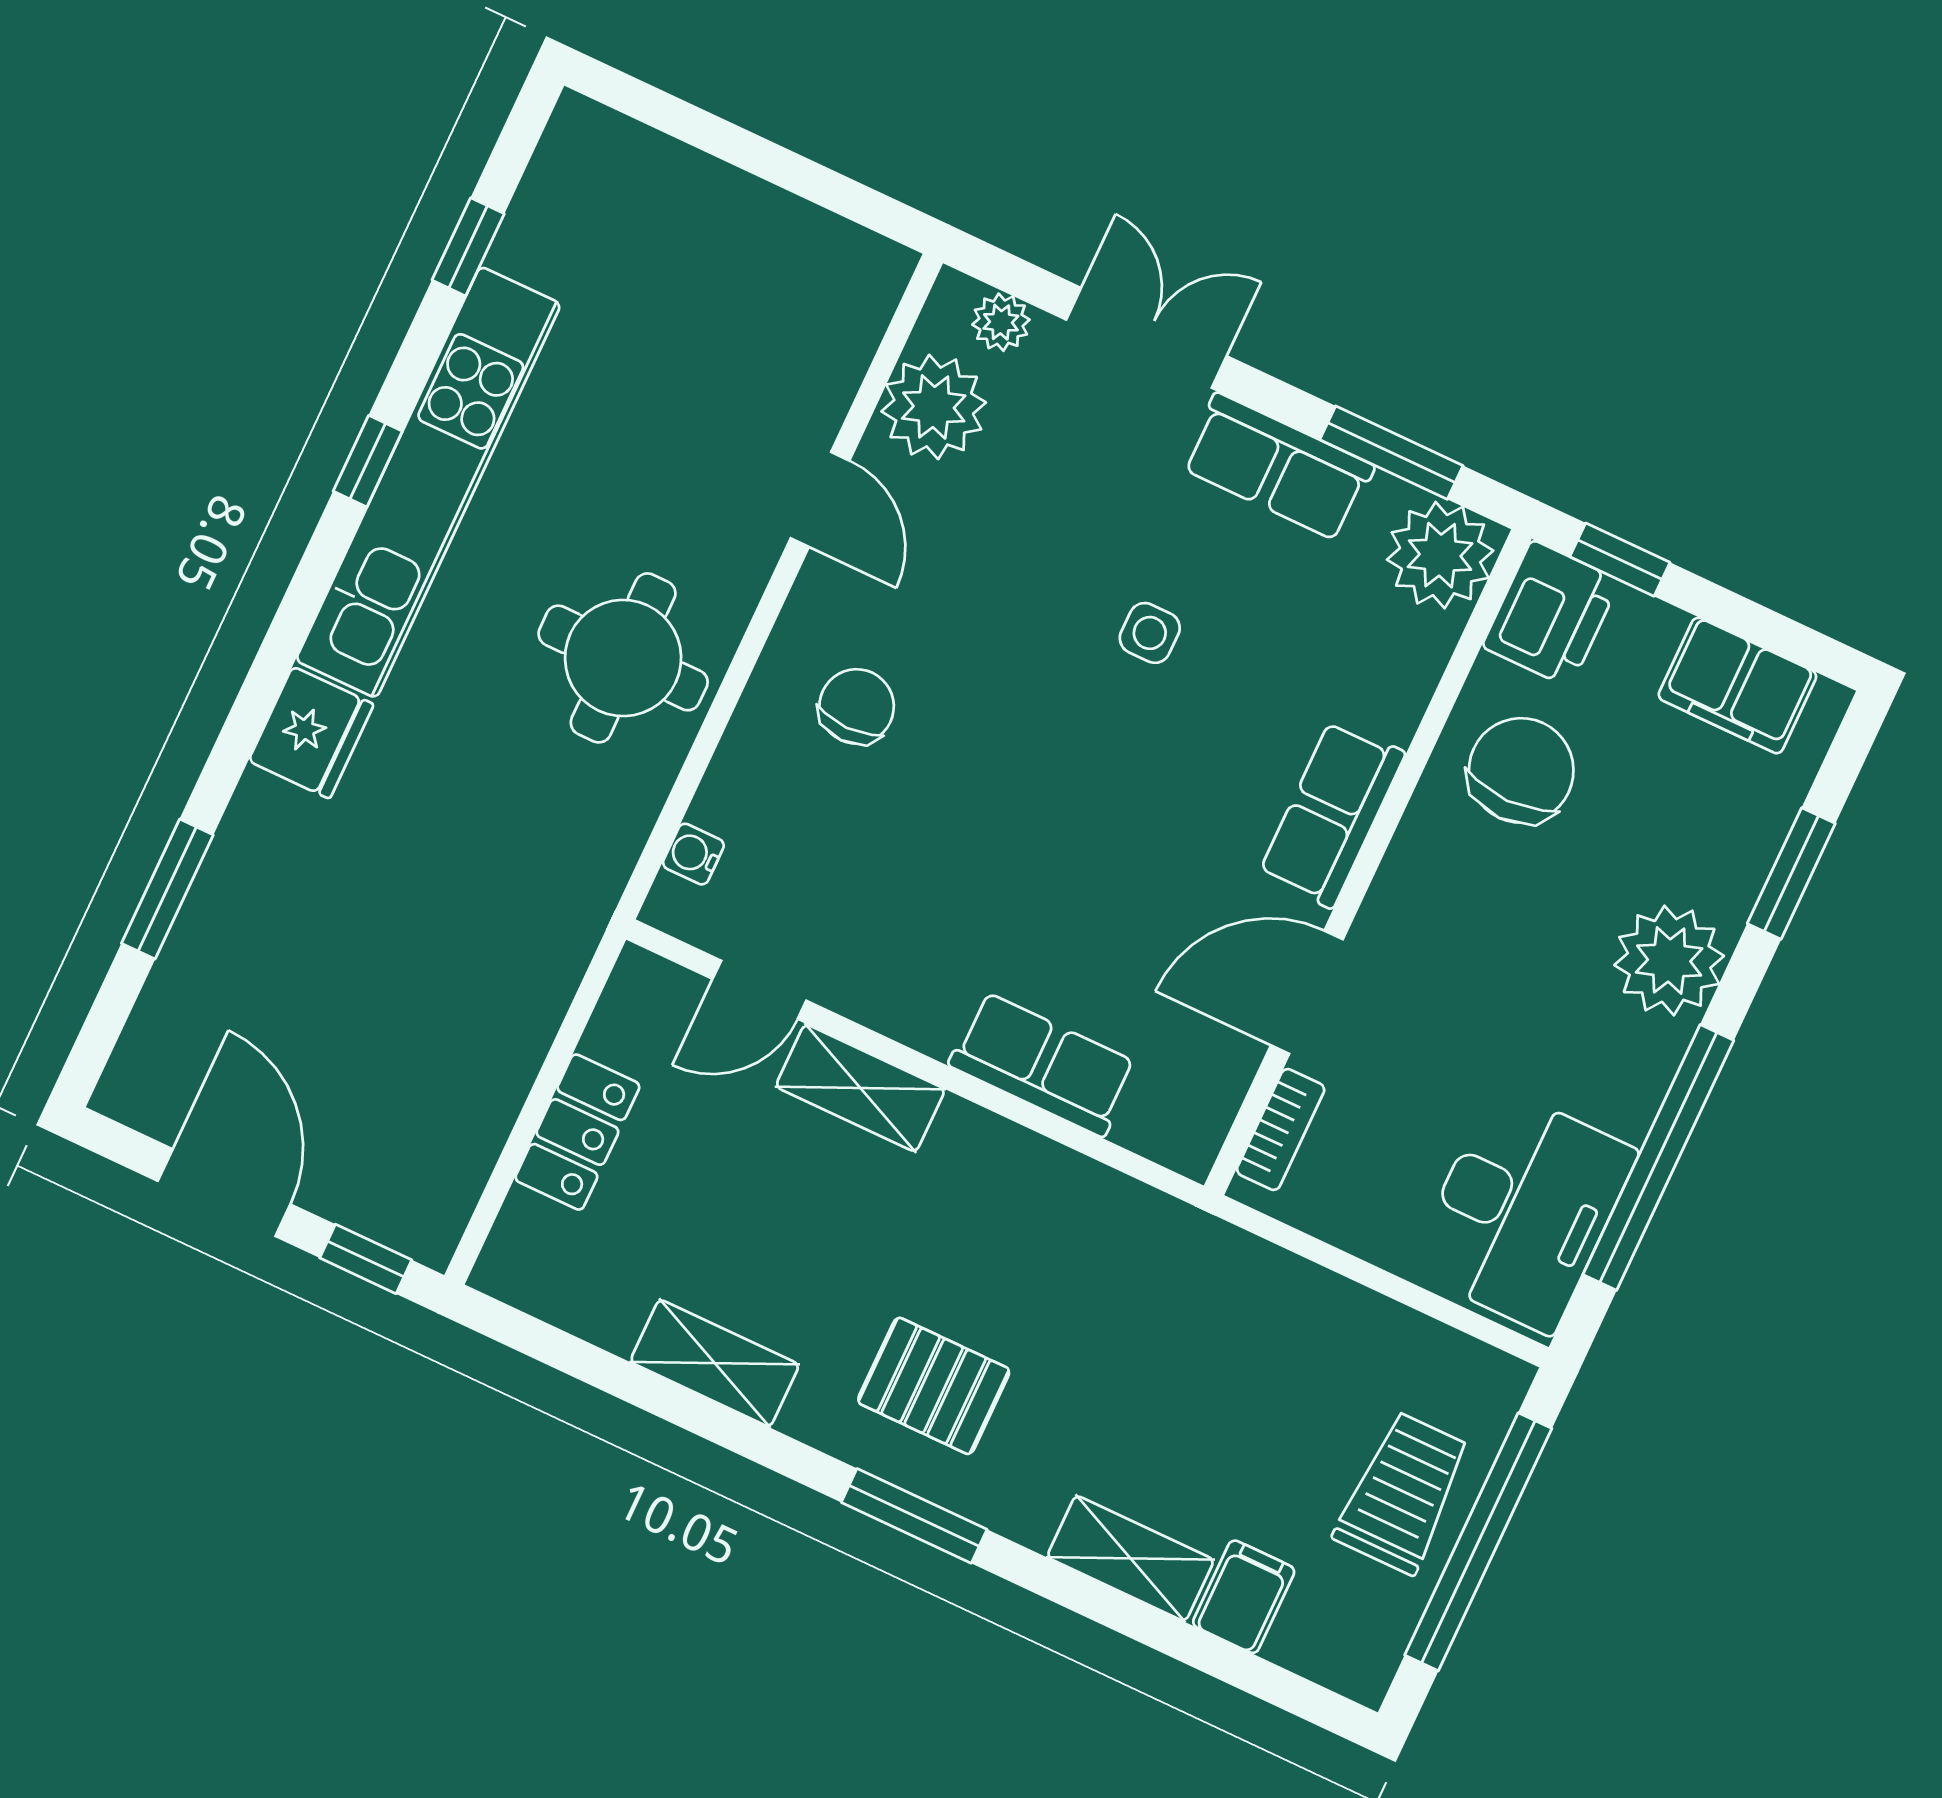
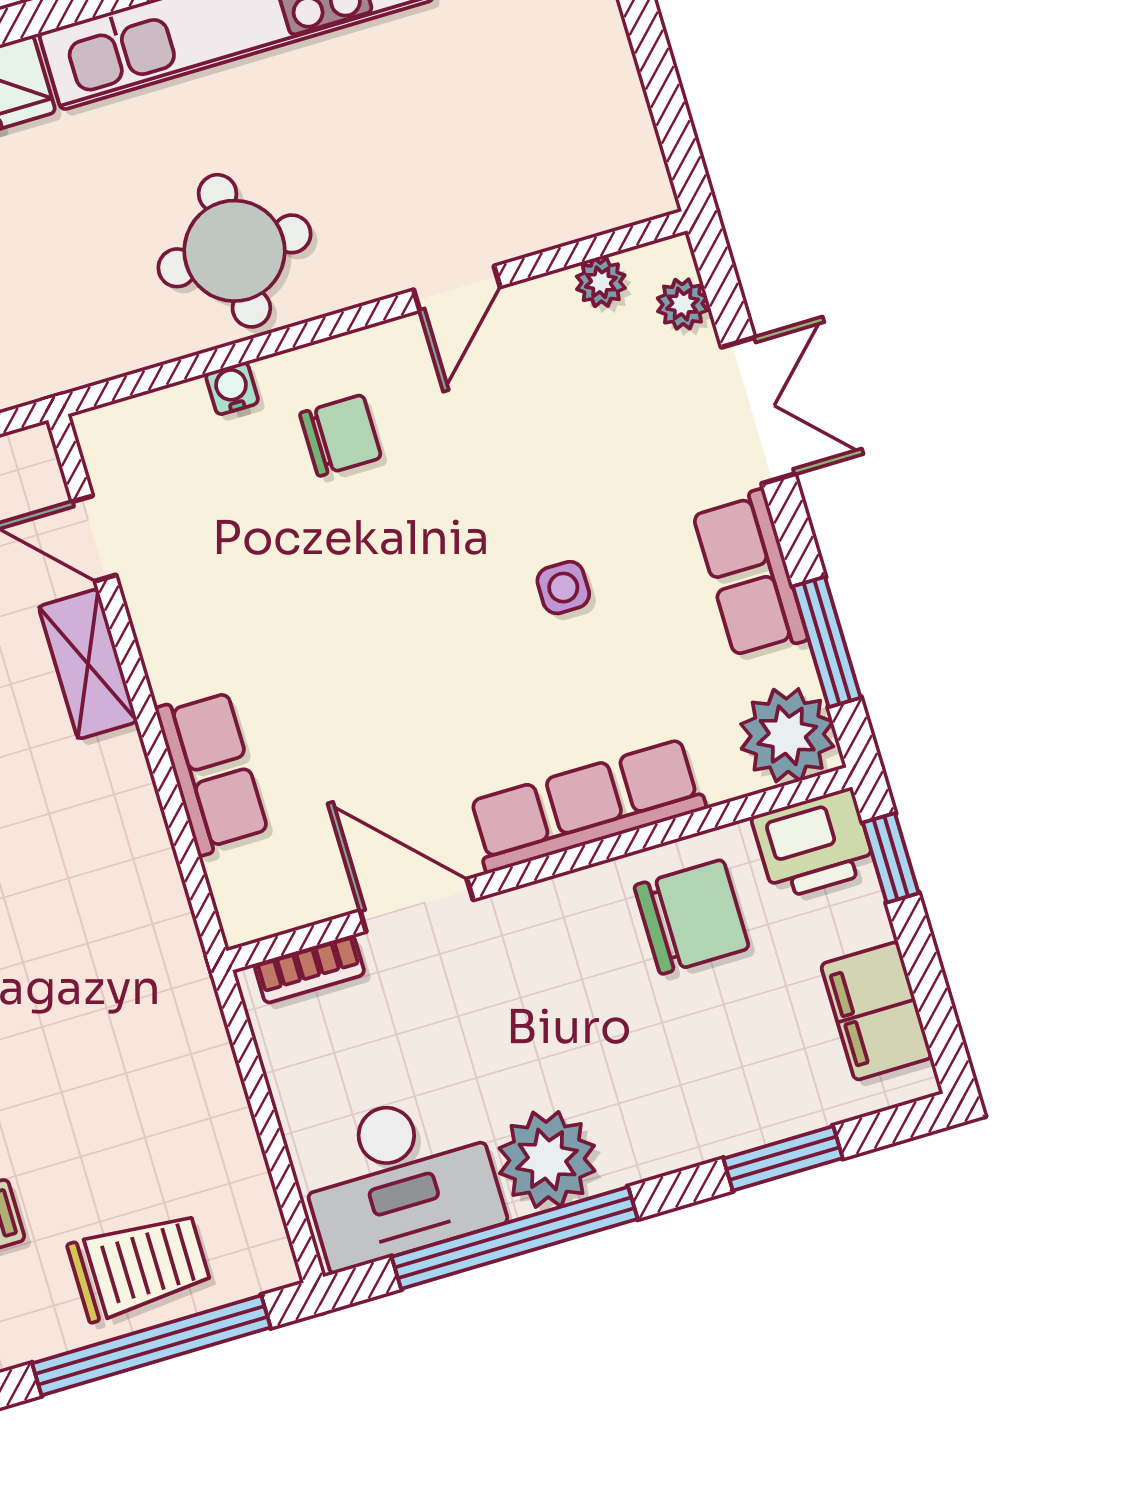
plant: (934, 407) -> (601, 282), width x0.53, depth x0.53
row of seats: (1332, 814) -> (586, 806), width x1.48
water cooler: (693, 854) -> (232, 388), moved
plant: (1669, 960) -> (547, 1160), moved

